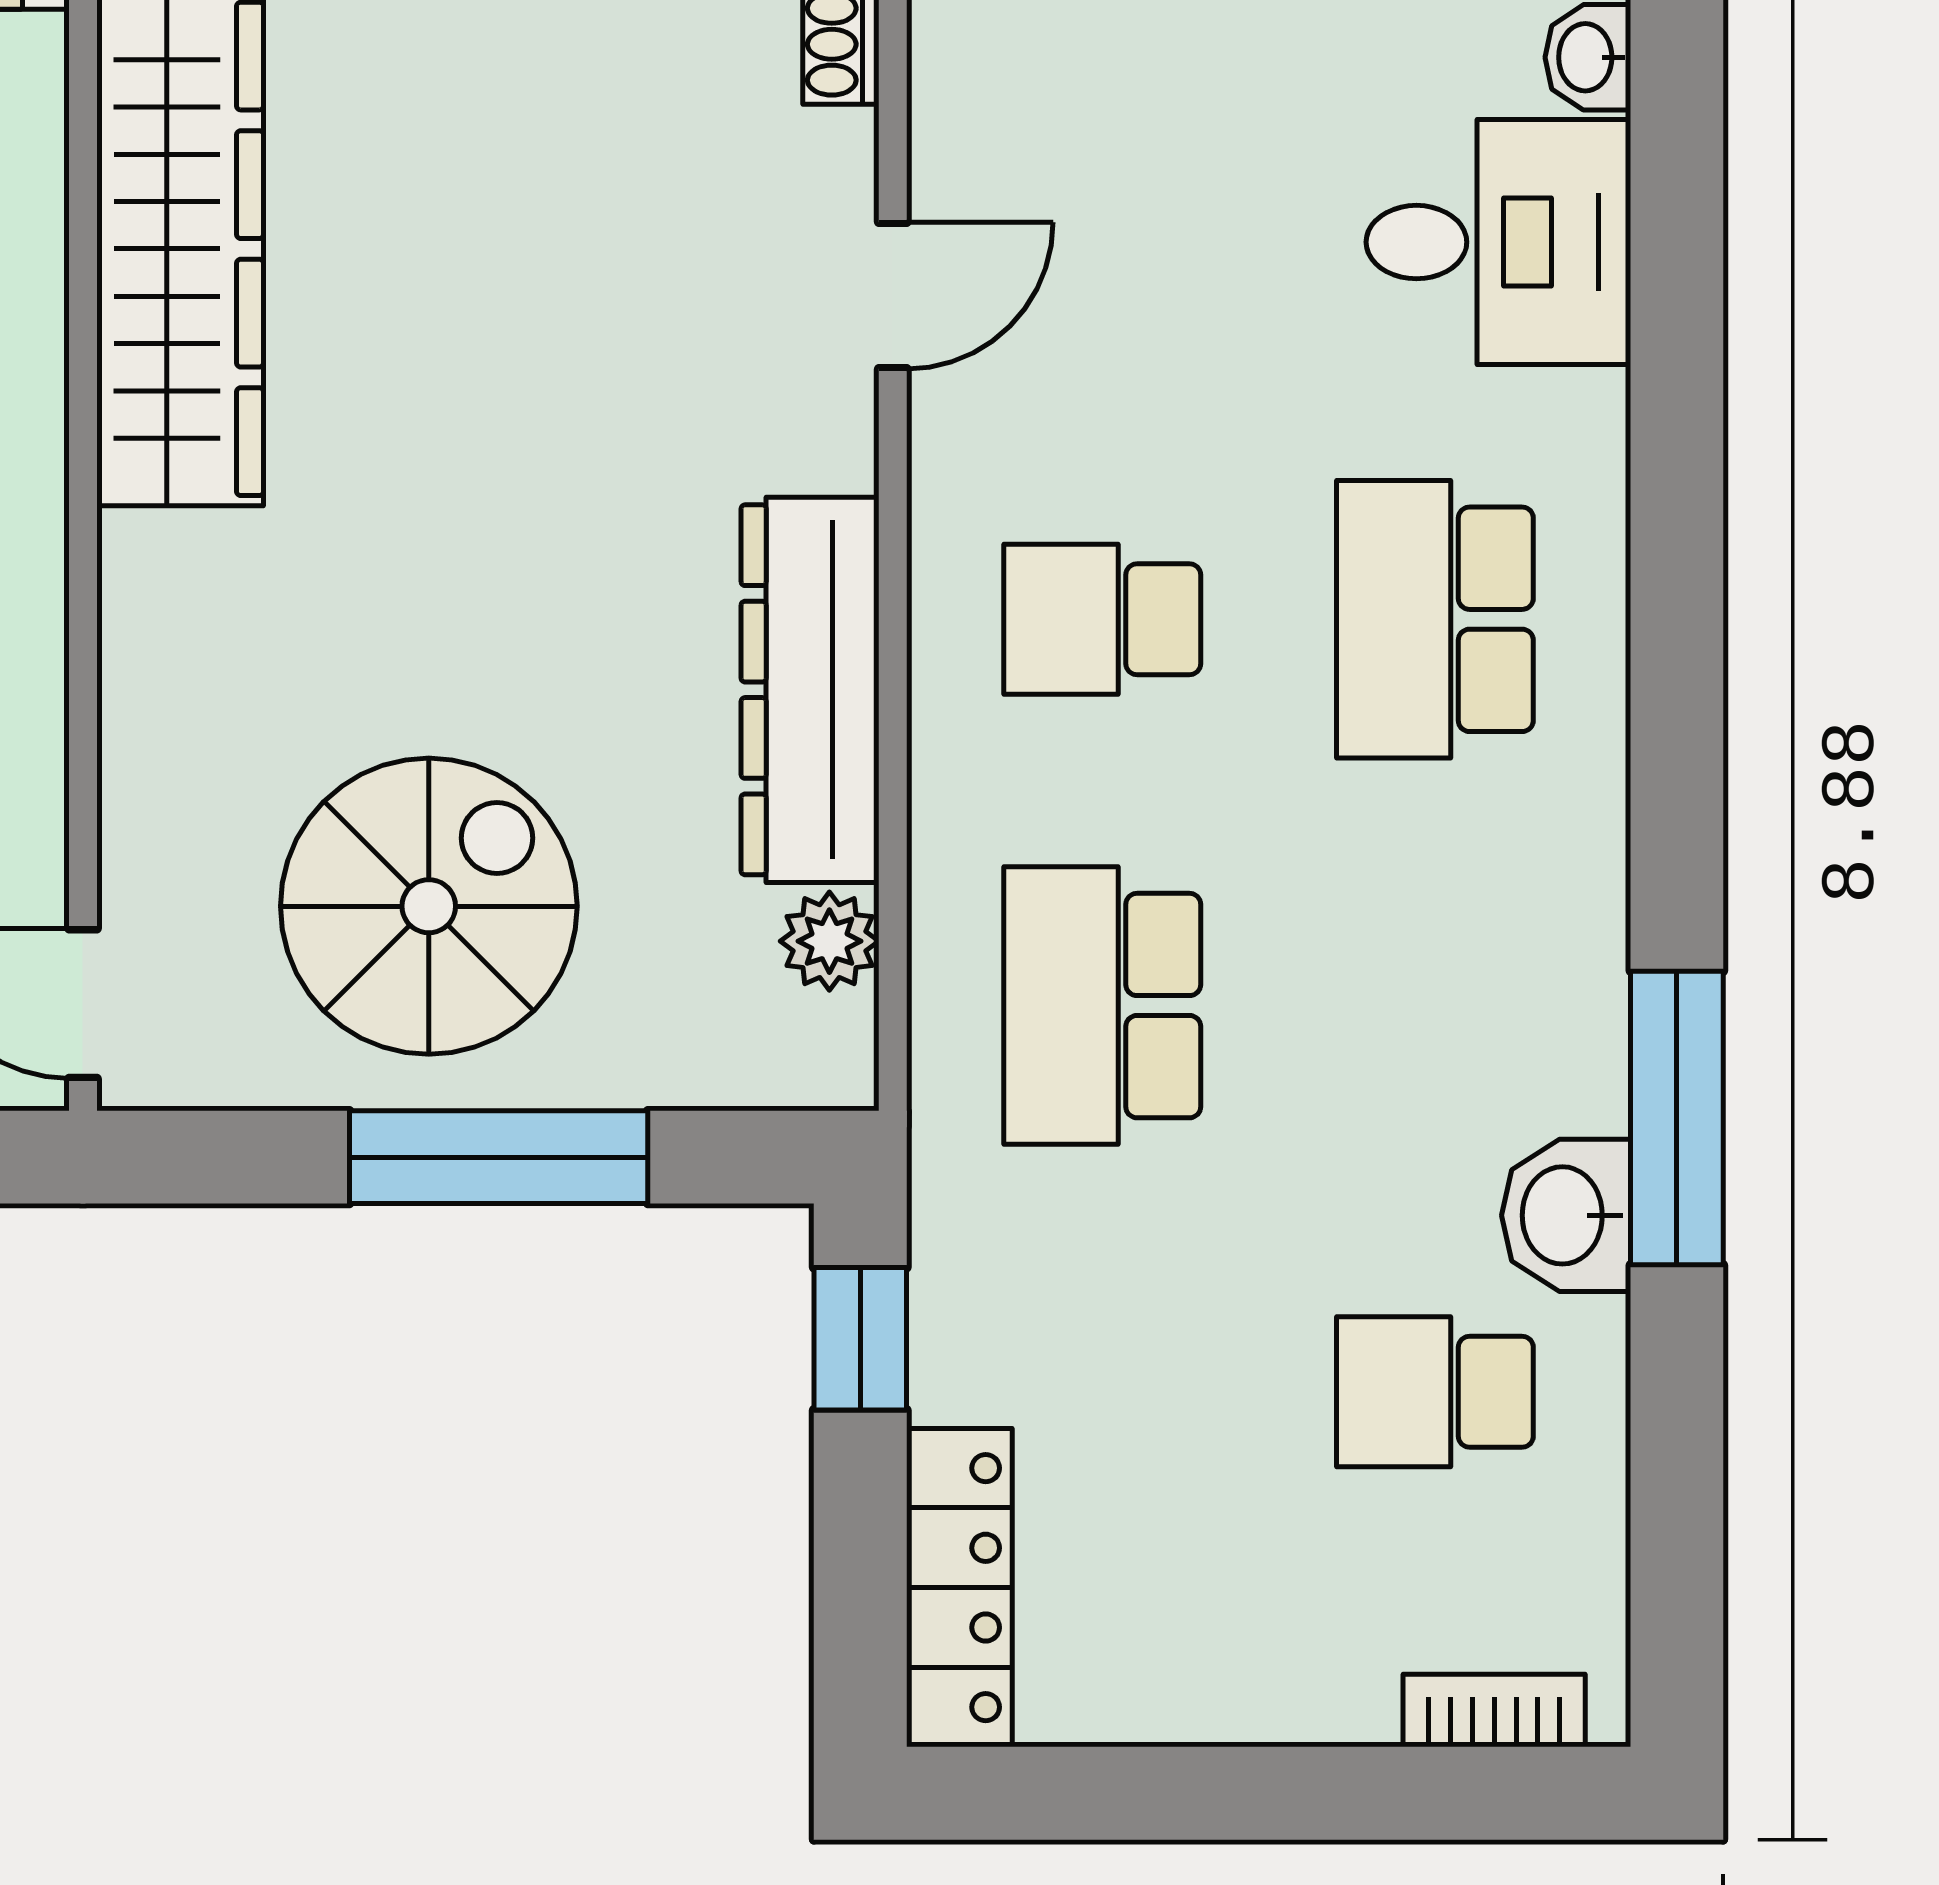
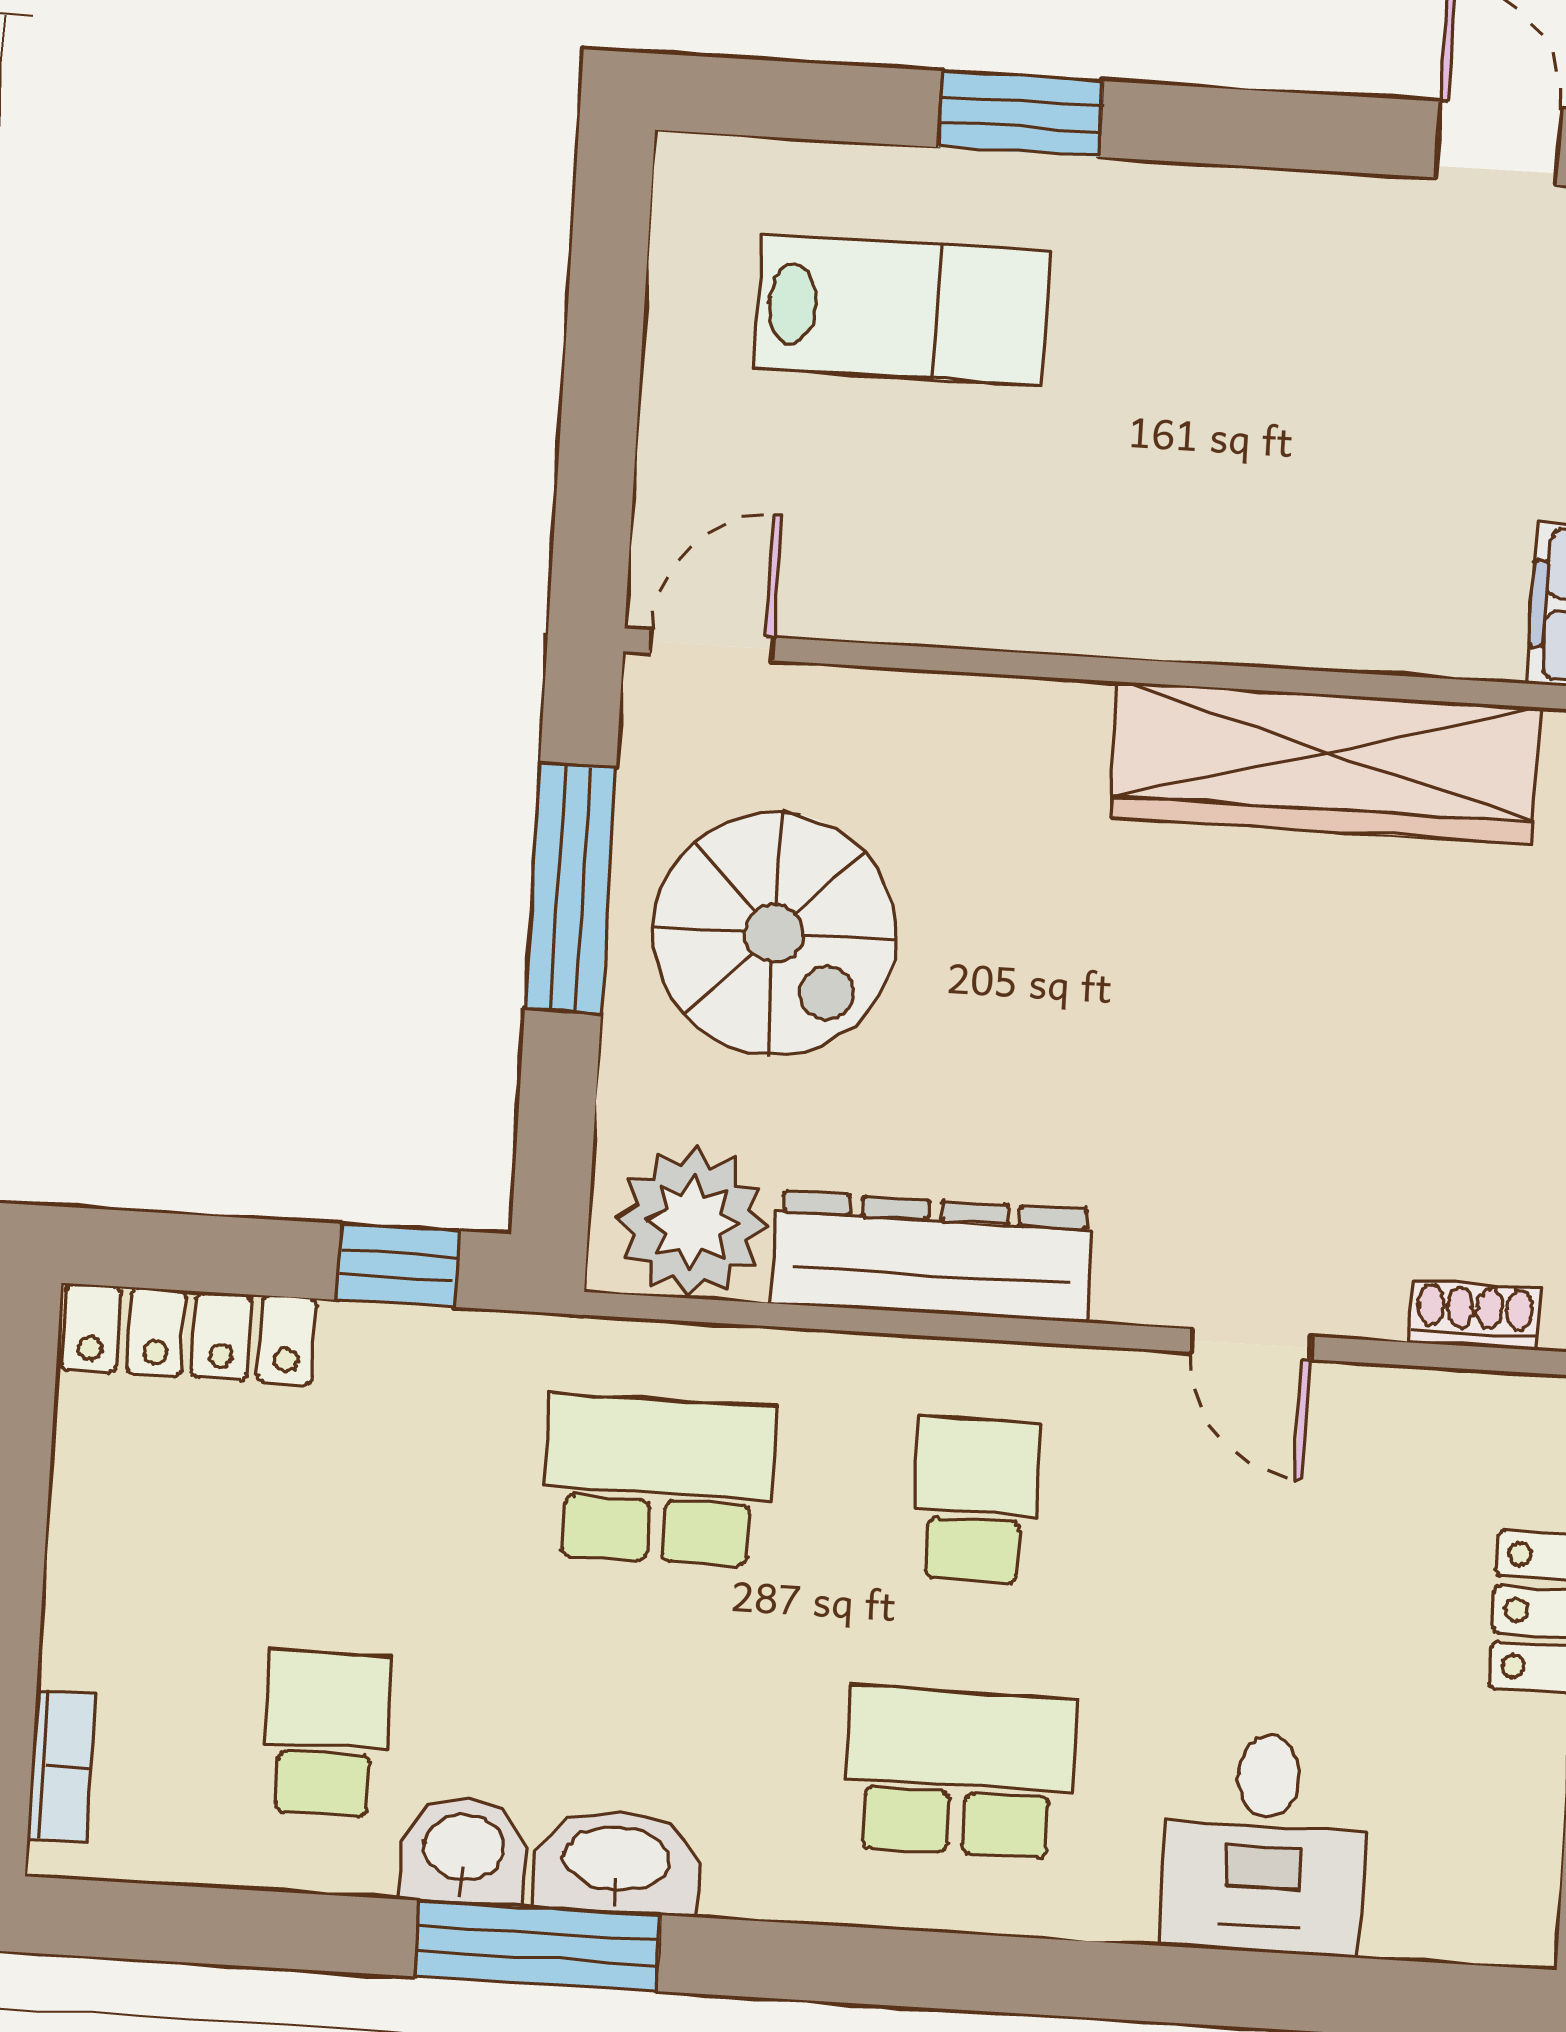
washbasin: (1588, 57) -> (617, 1862), moved, width x1.91, depth x1.45
plant: (829, 941) -> (692, 1223), width x1.87, depth x1.87
window: (499, 1157) -> (571, 888), moved

